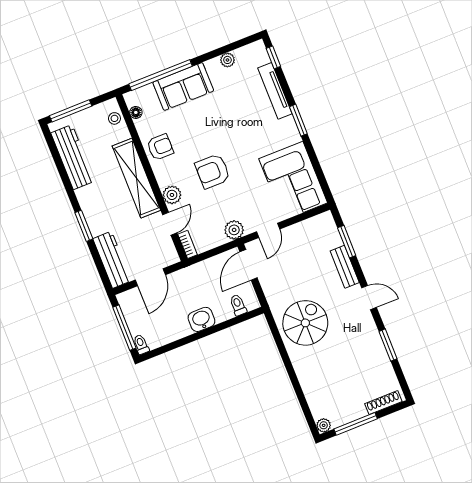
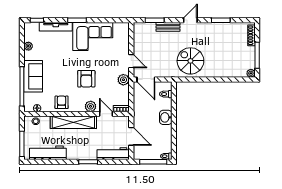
corner sofa: (293, 181) -> (93, 36), moved

